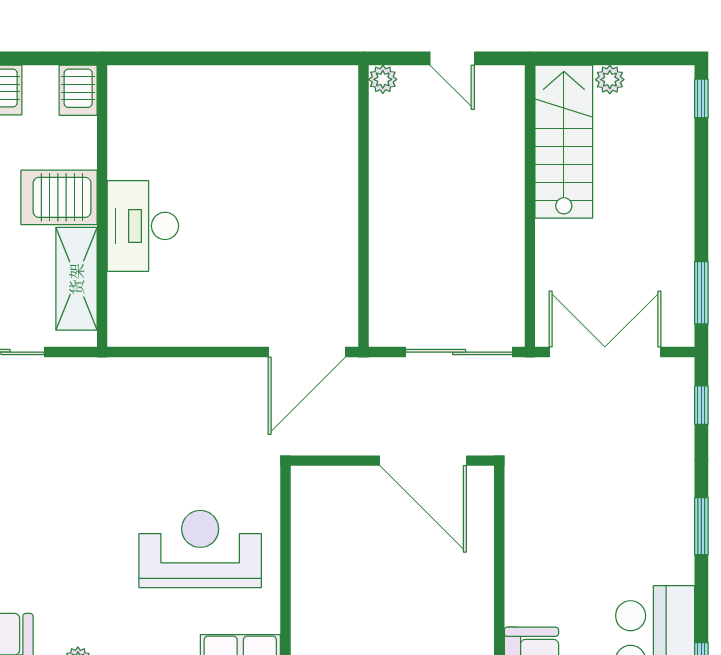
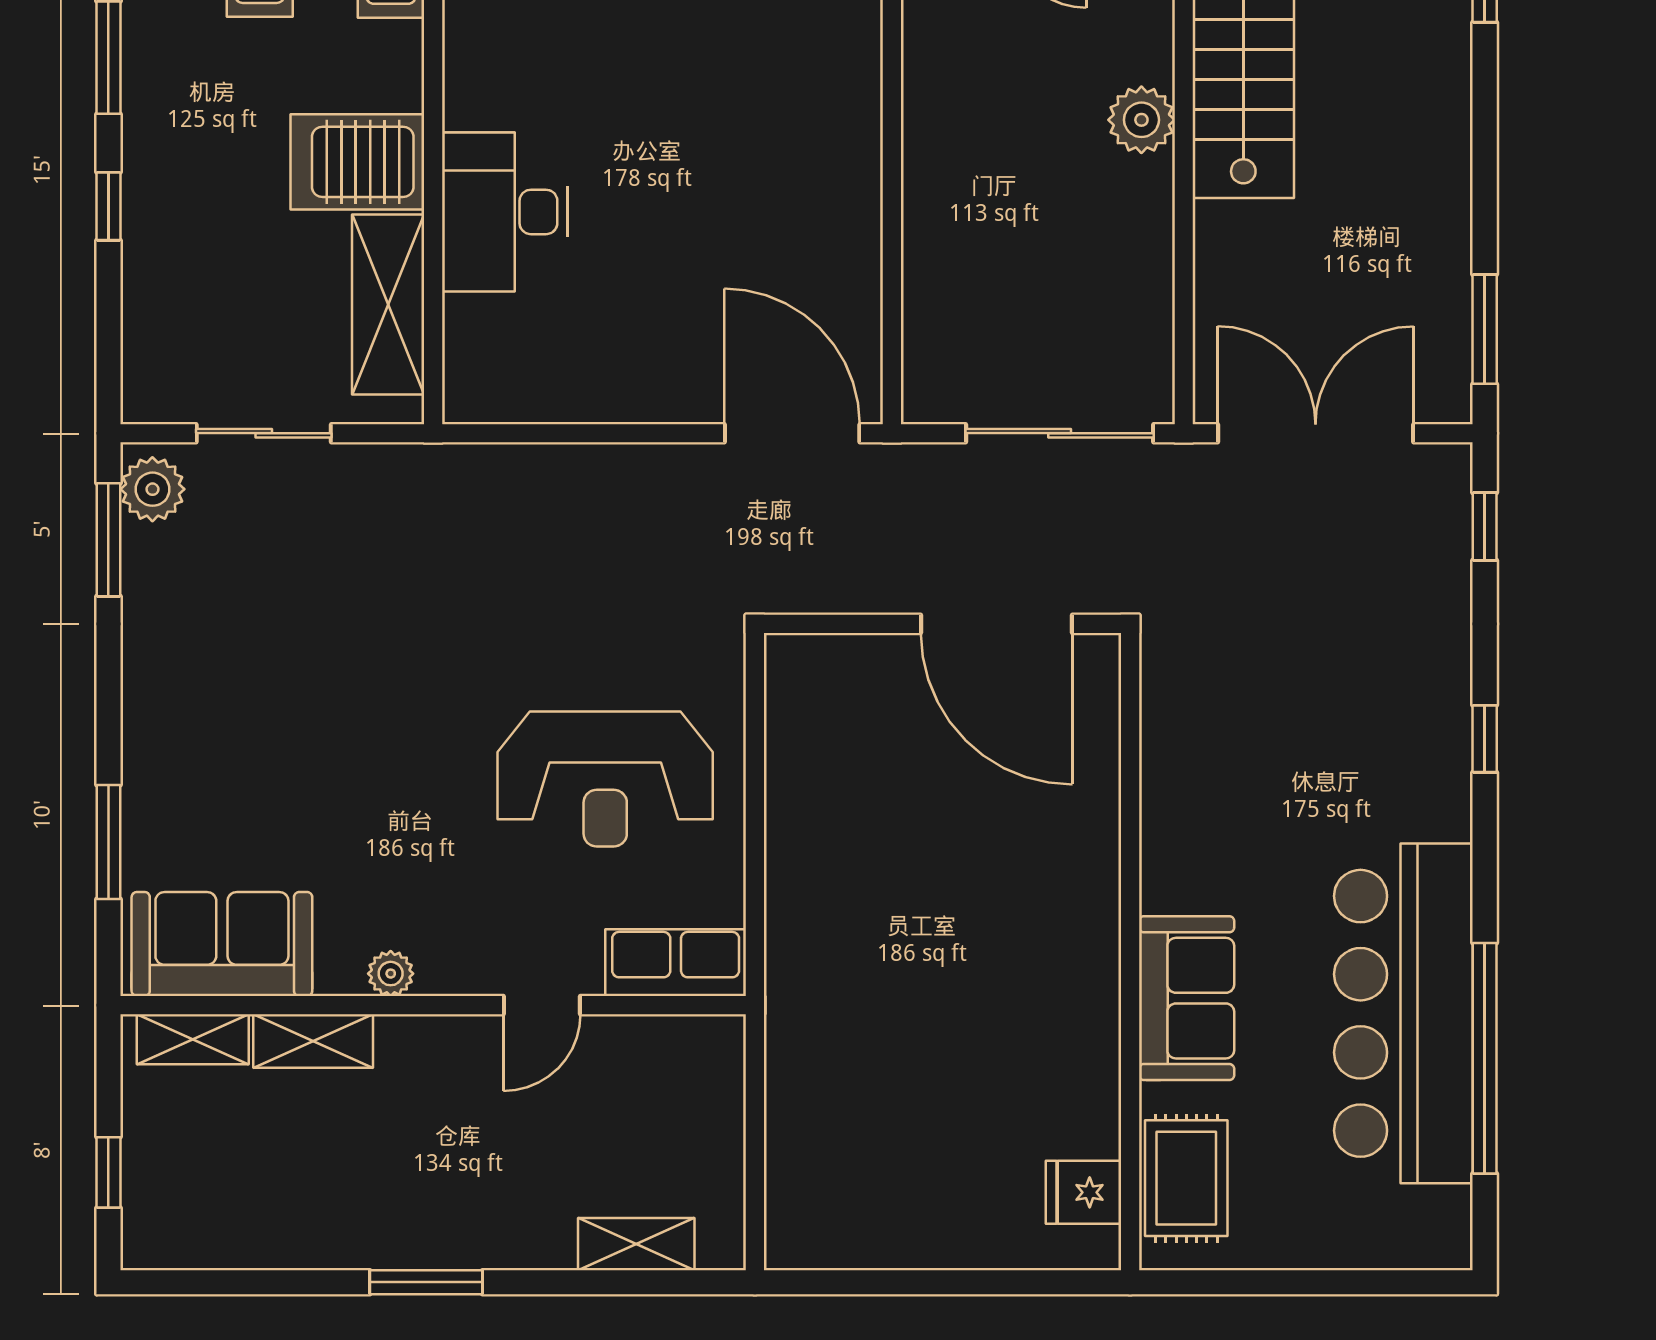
plant: (506, 173) -> (1141, 120), added
door: (307, 352) -> (792, 433), swing flipped
window: (701, 526) -> (1485, 739), width x0.67
reception desk: (200, 549) -> (605, 779), turned 180

